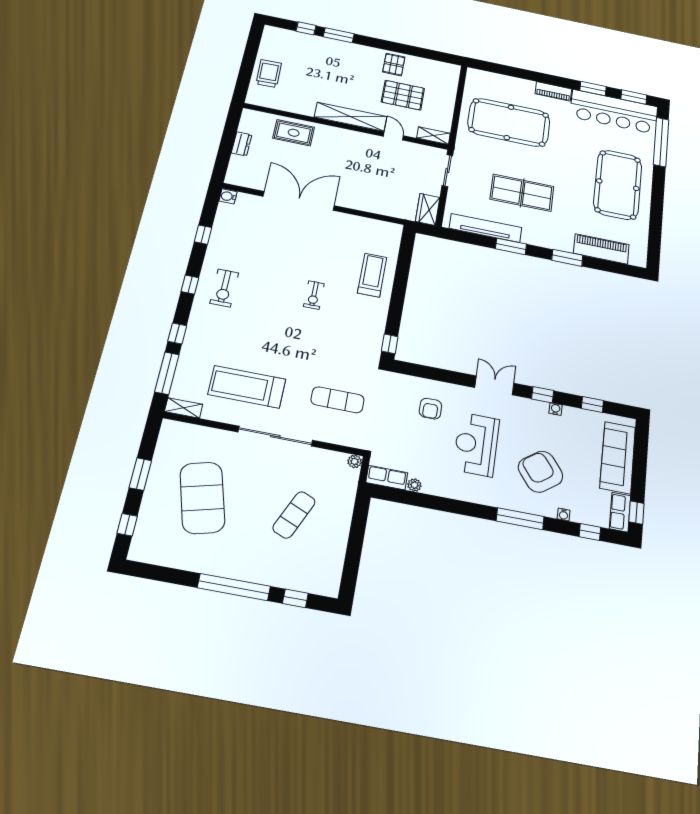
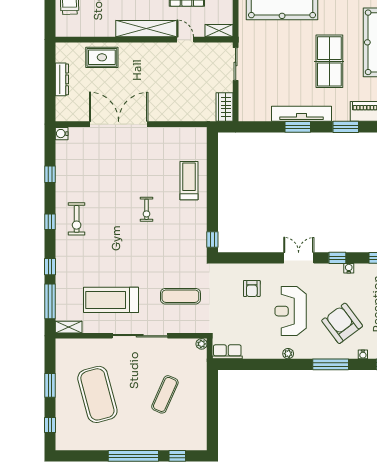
dresser: (242, 144) -> (62, 79), width x1.44
table tennis table: (522, 193) -> (329, 61), moved, turned 90
tv unit: (485, 228) -> (301, 114), moved
plant: (414, 485) -> (288, 354), moved

